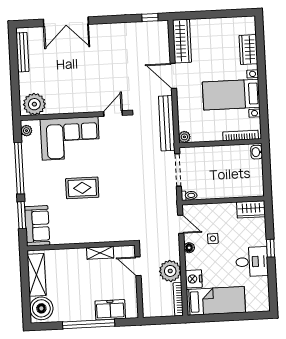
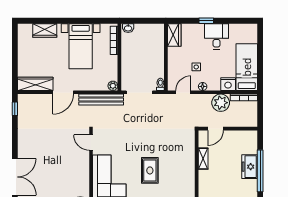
freezer: (110, 310) -> (250, 167), moved

